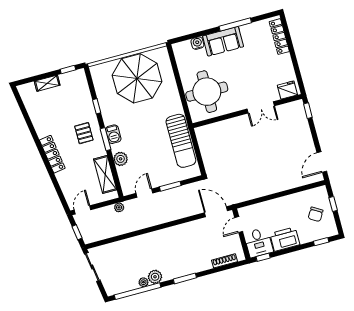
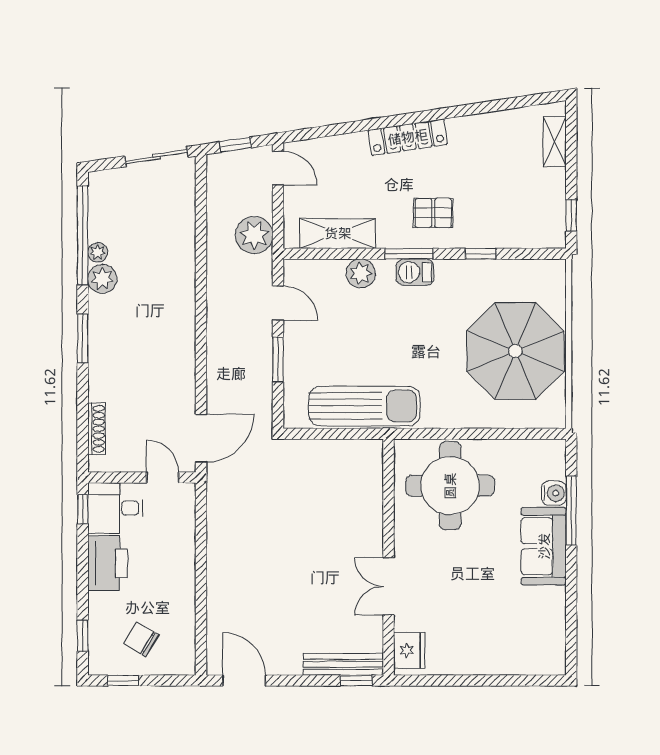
window: (235, 24) -> (571, 511), moved
locker: (279, 37) -> (522, 663), removed
shelving: (47, 83) -> (555, 142), moved
bench: (302, 119) -> (343, 664), added
sun lounger: (181, 141) -> (364, 406), turned 180
window: (333, 204) -> (123, 681), moved
plant: (119, 207) -> (254, 235), width x1.88, depth x1.88

